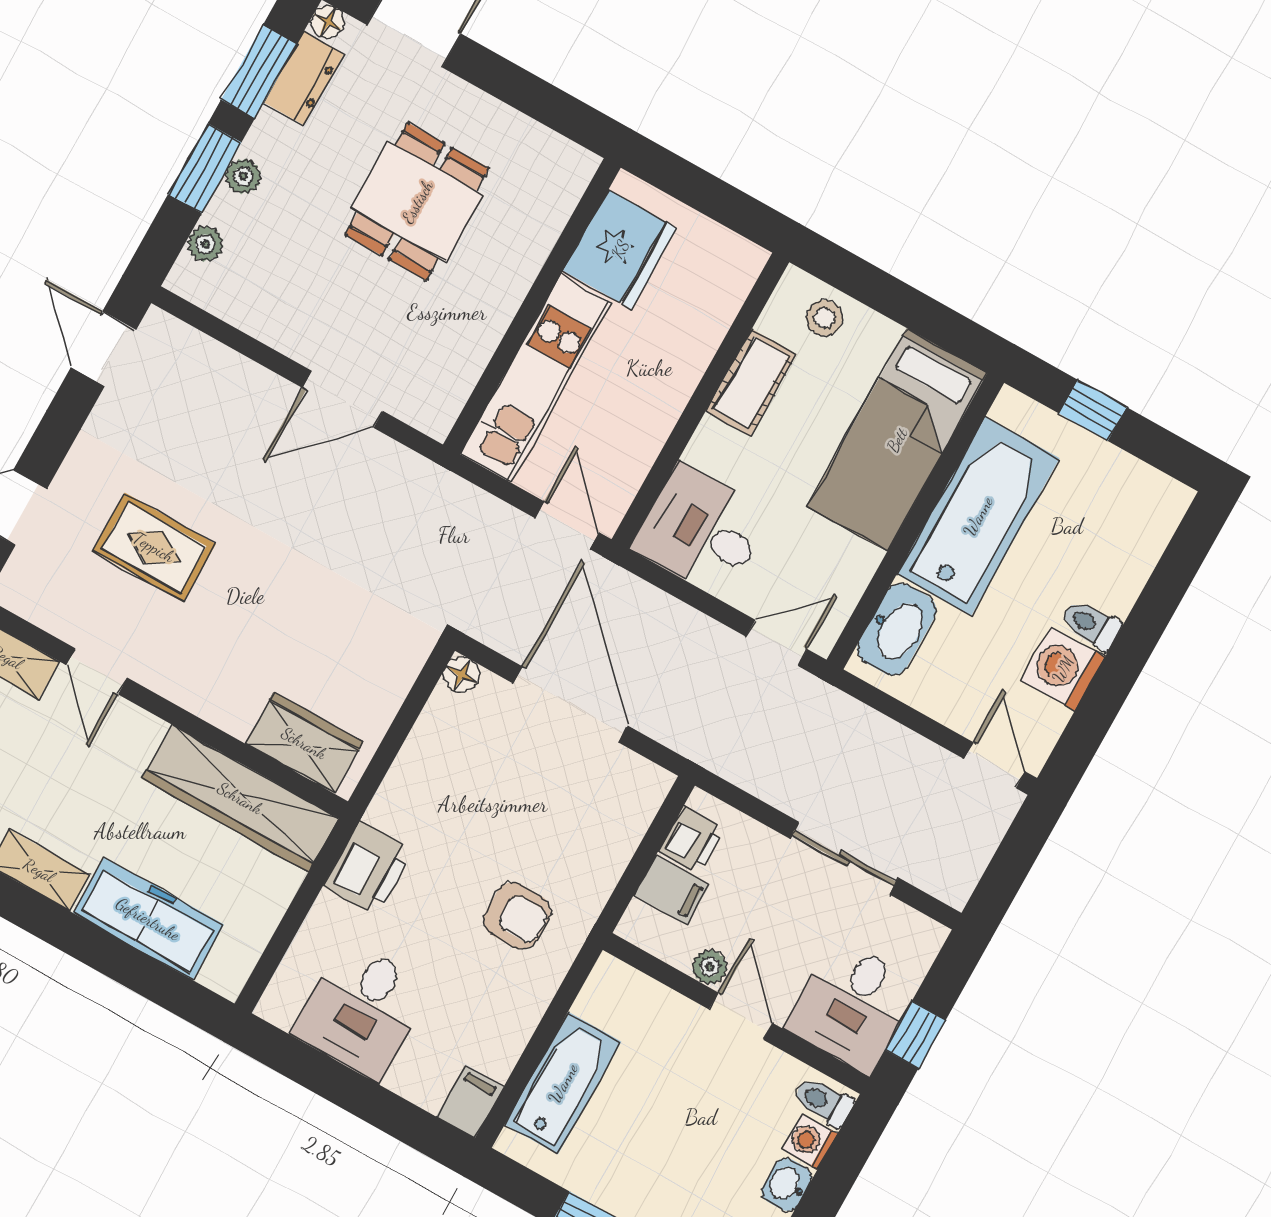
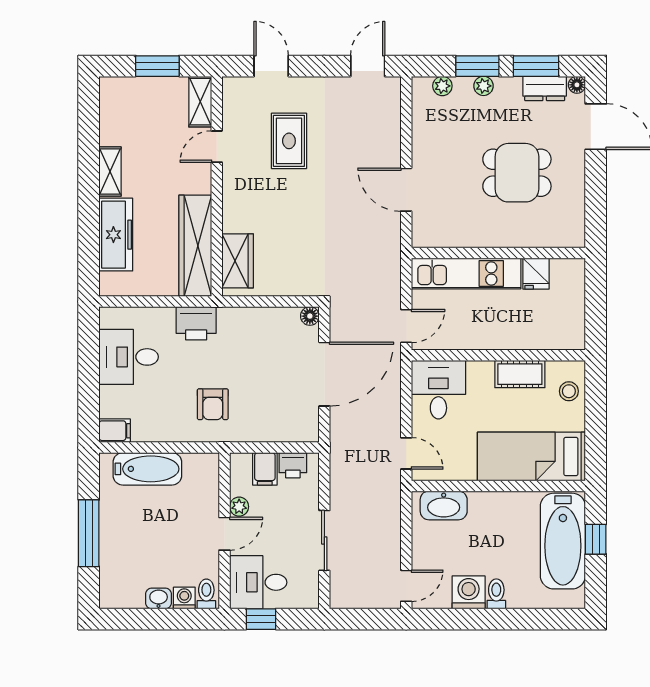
fridge: (620, 249) -> (536, 274), width x0.53, depth x0.75
bathtub: (978, 516) -> (563, 541), moved, turned 90

